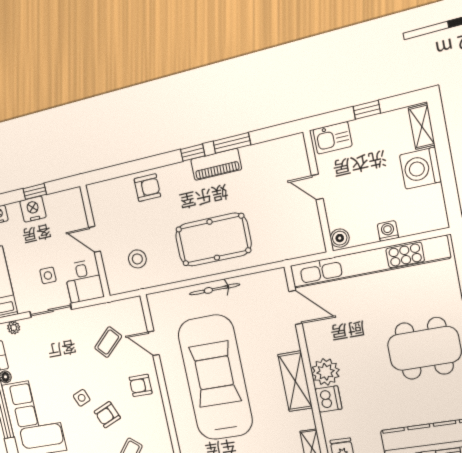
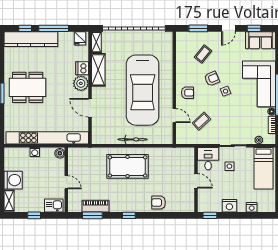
window: (232, 143) -> (92, 215), moved
piano: (216, 164) -> (96, 206), moved
window: (35, 191) -> (210, 215), moved
stool: (137, 259) -> (173, 165), removed
door: (296, 307) -> (90, 108), moved
shelving: (295, 381) -> (98, 70), moved

